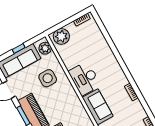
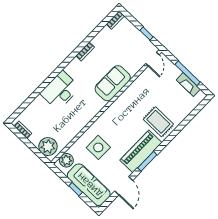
desk: (85, 78) -> (60, 90), moved, turned 180

